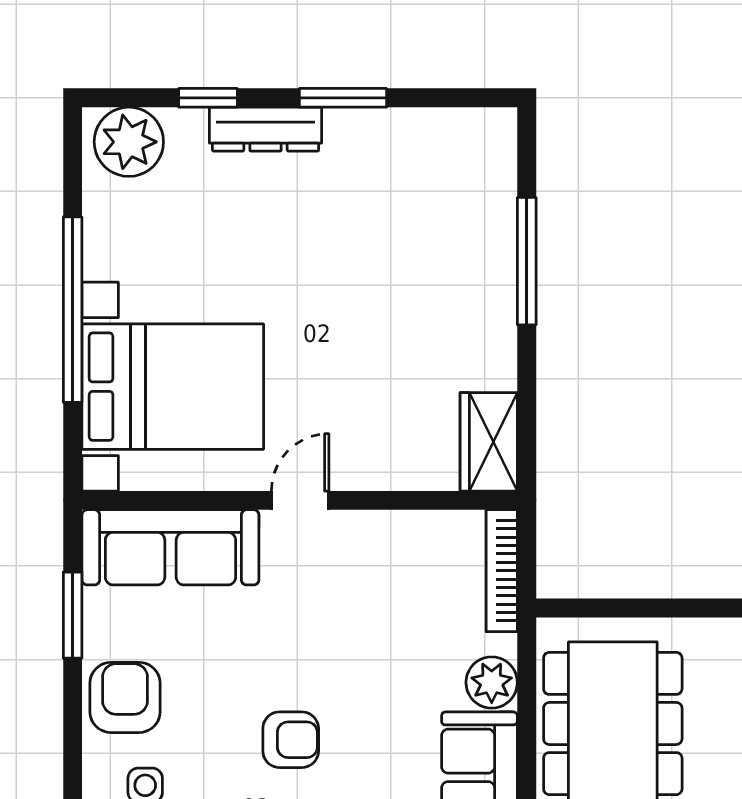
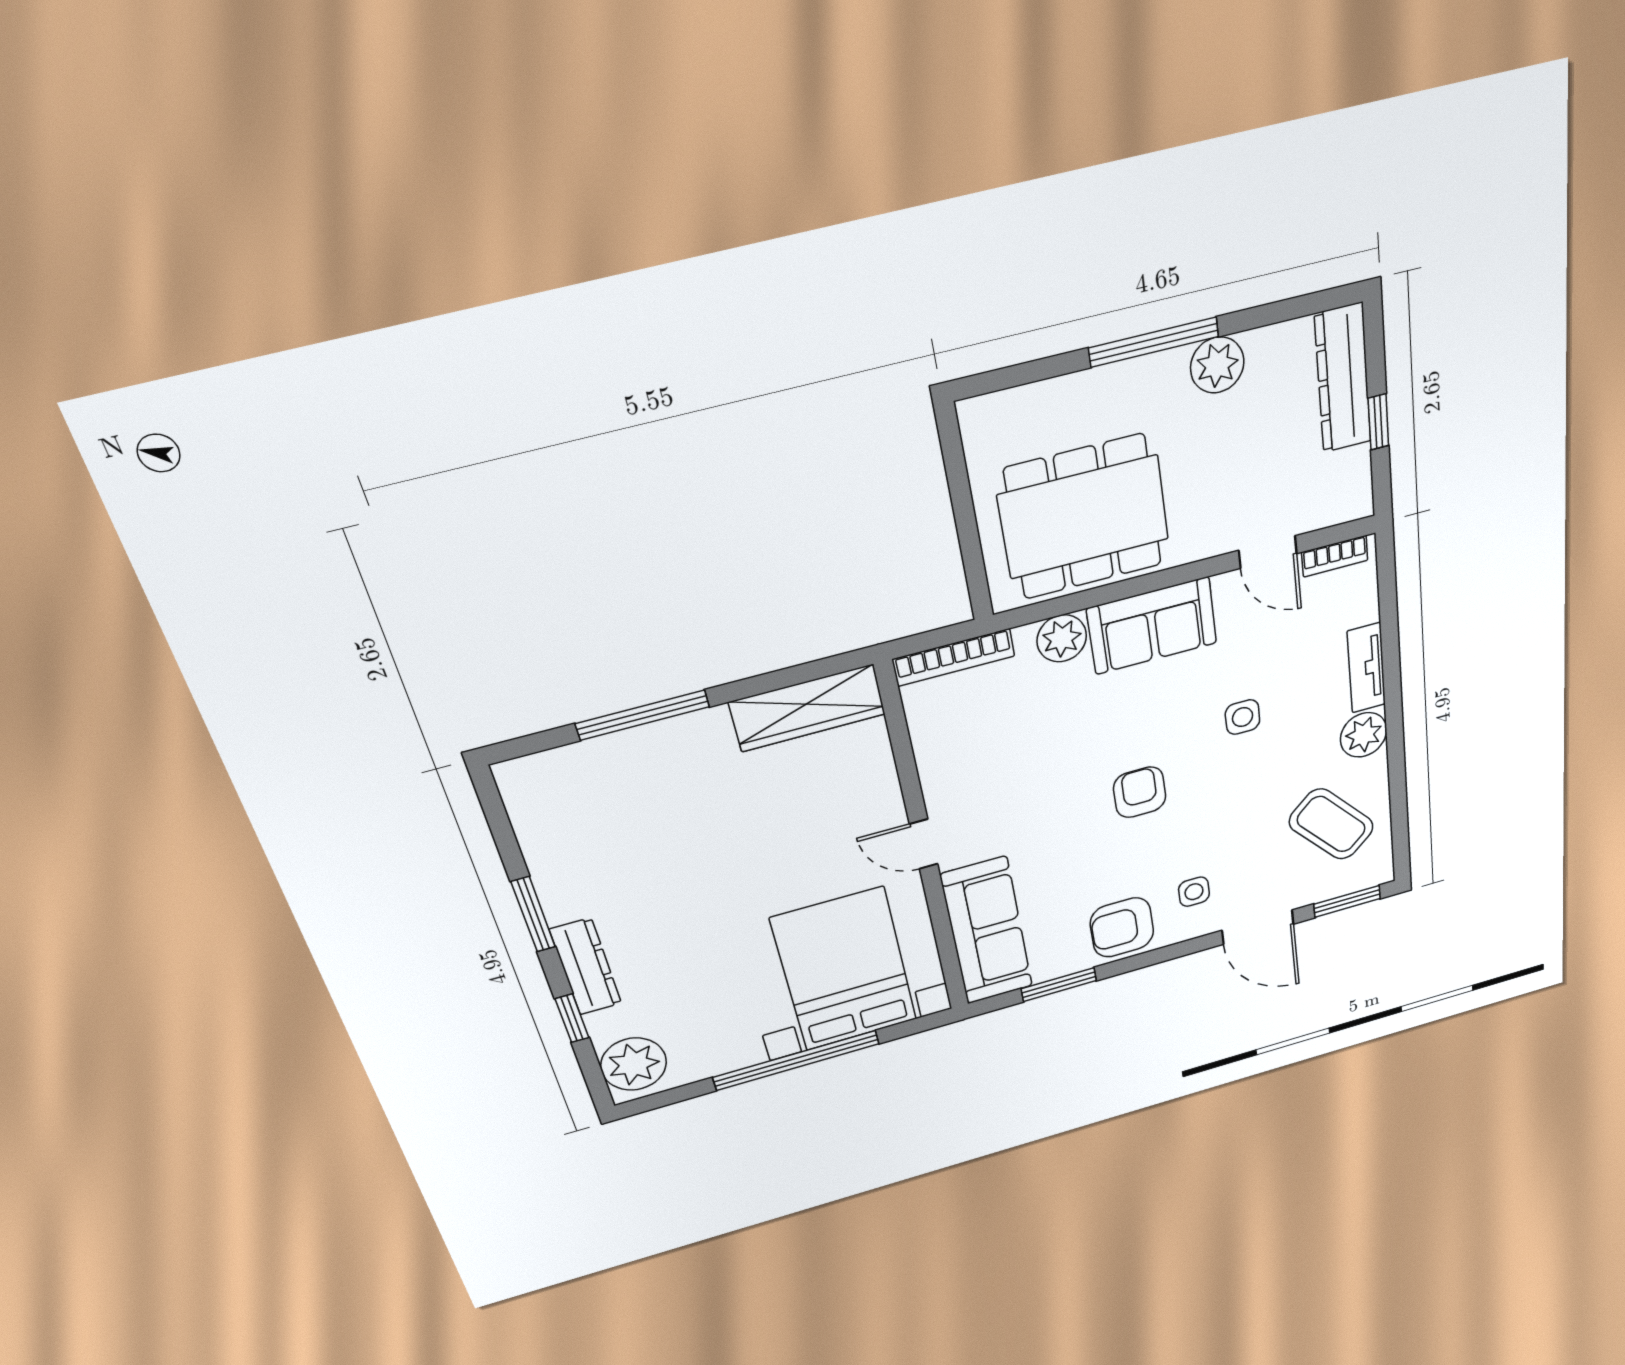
wardrobe: (489, 442) -> (807, 708), width x1.50

